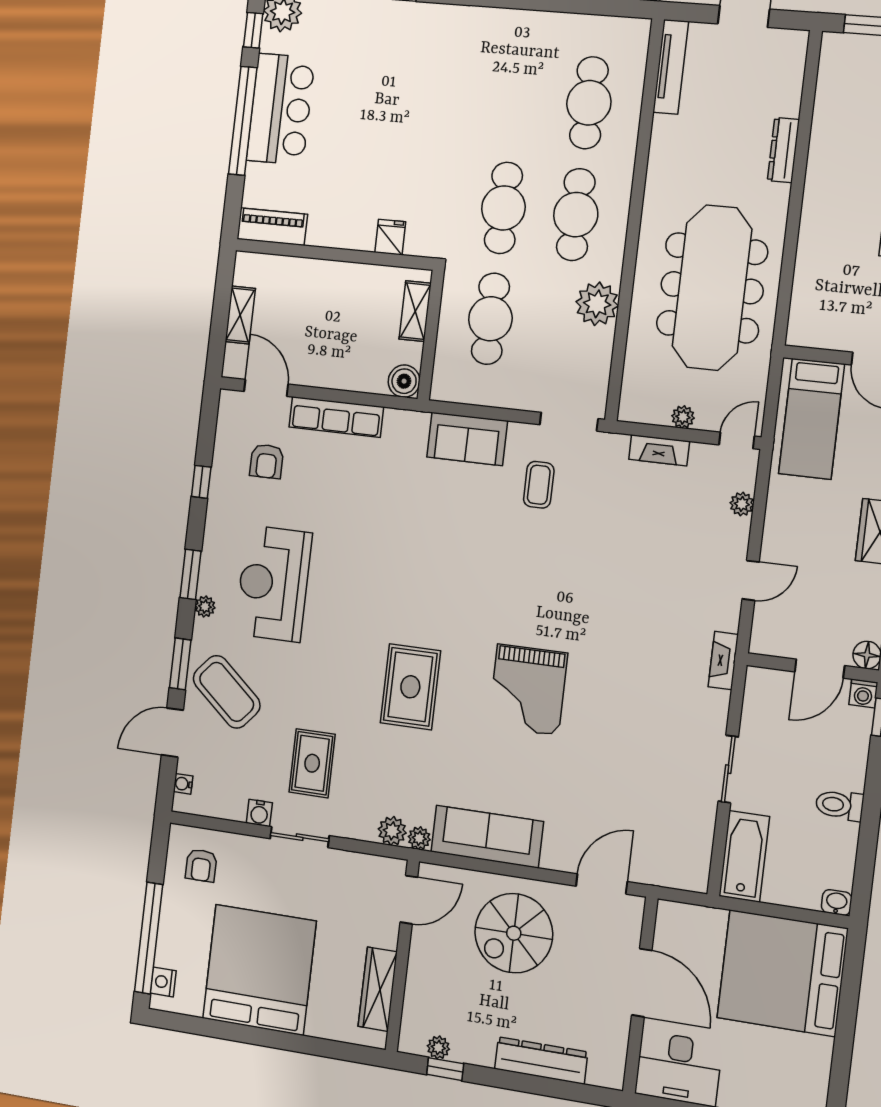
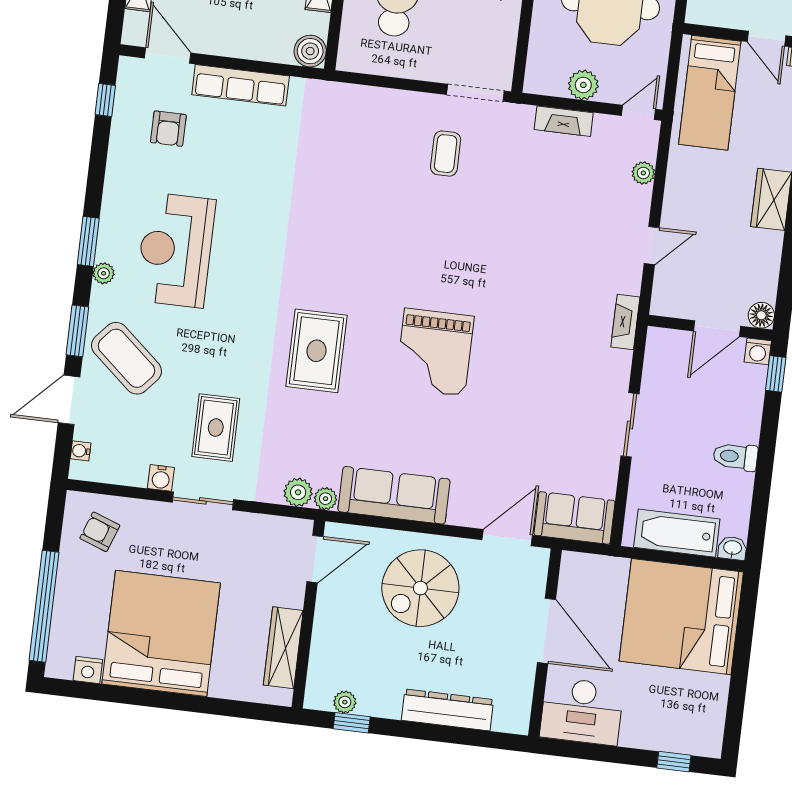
plant: (683, 417) -> (583, 85), width x1.38, depth x1.38
sofa: (467, 439) -> (574, 518), moved, turned 180
window: (201, 482) -> (105, 100), moved
bathtub: (744, 856) -> (677, 533), moved, turned -90
armchair: (201, 865) -> (100, 532), turned 110
nightstand: (163, 982) -> (88, 670), moved, turned -90

